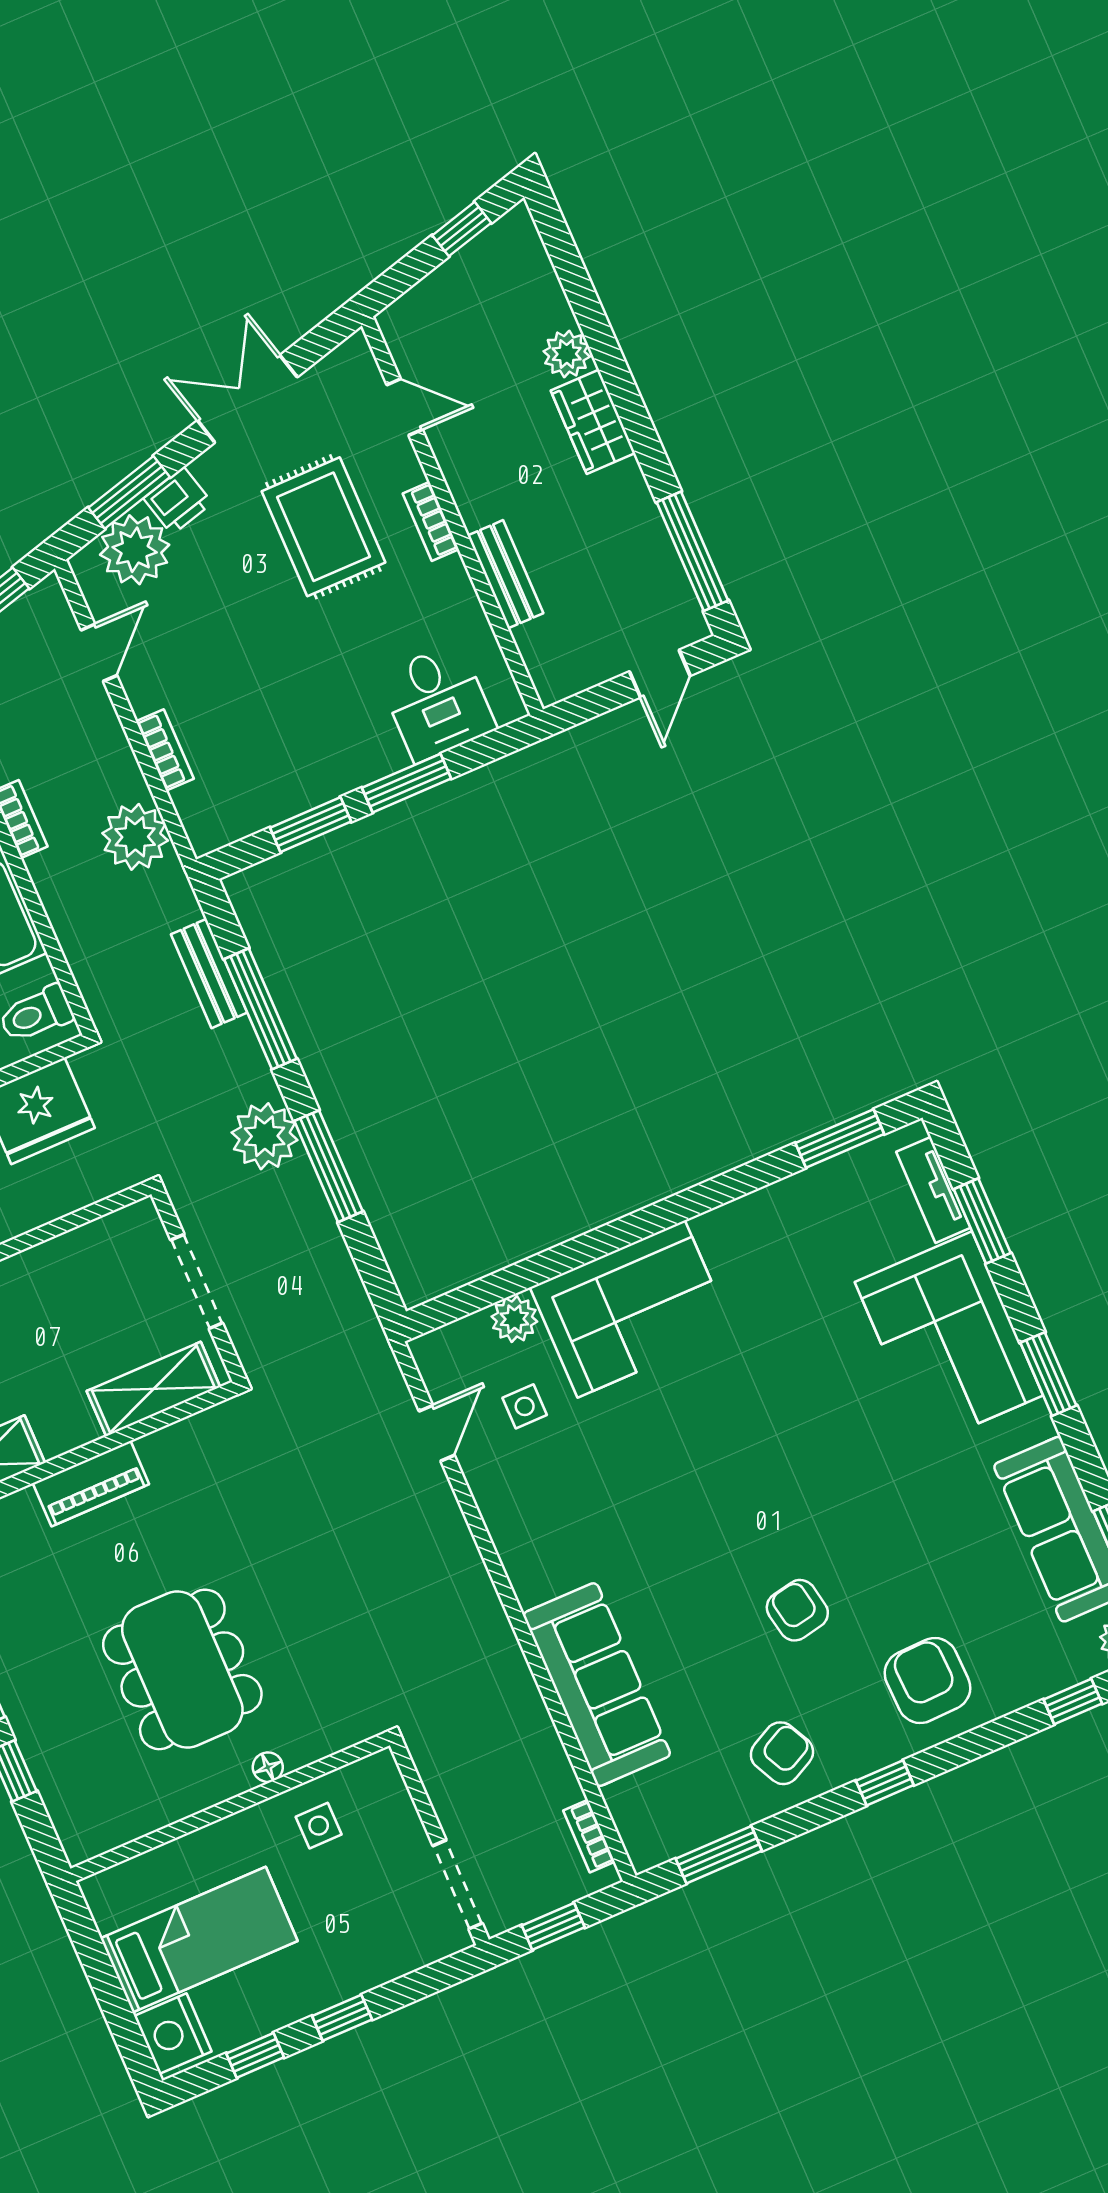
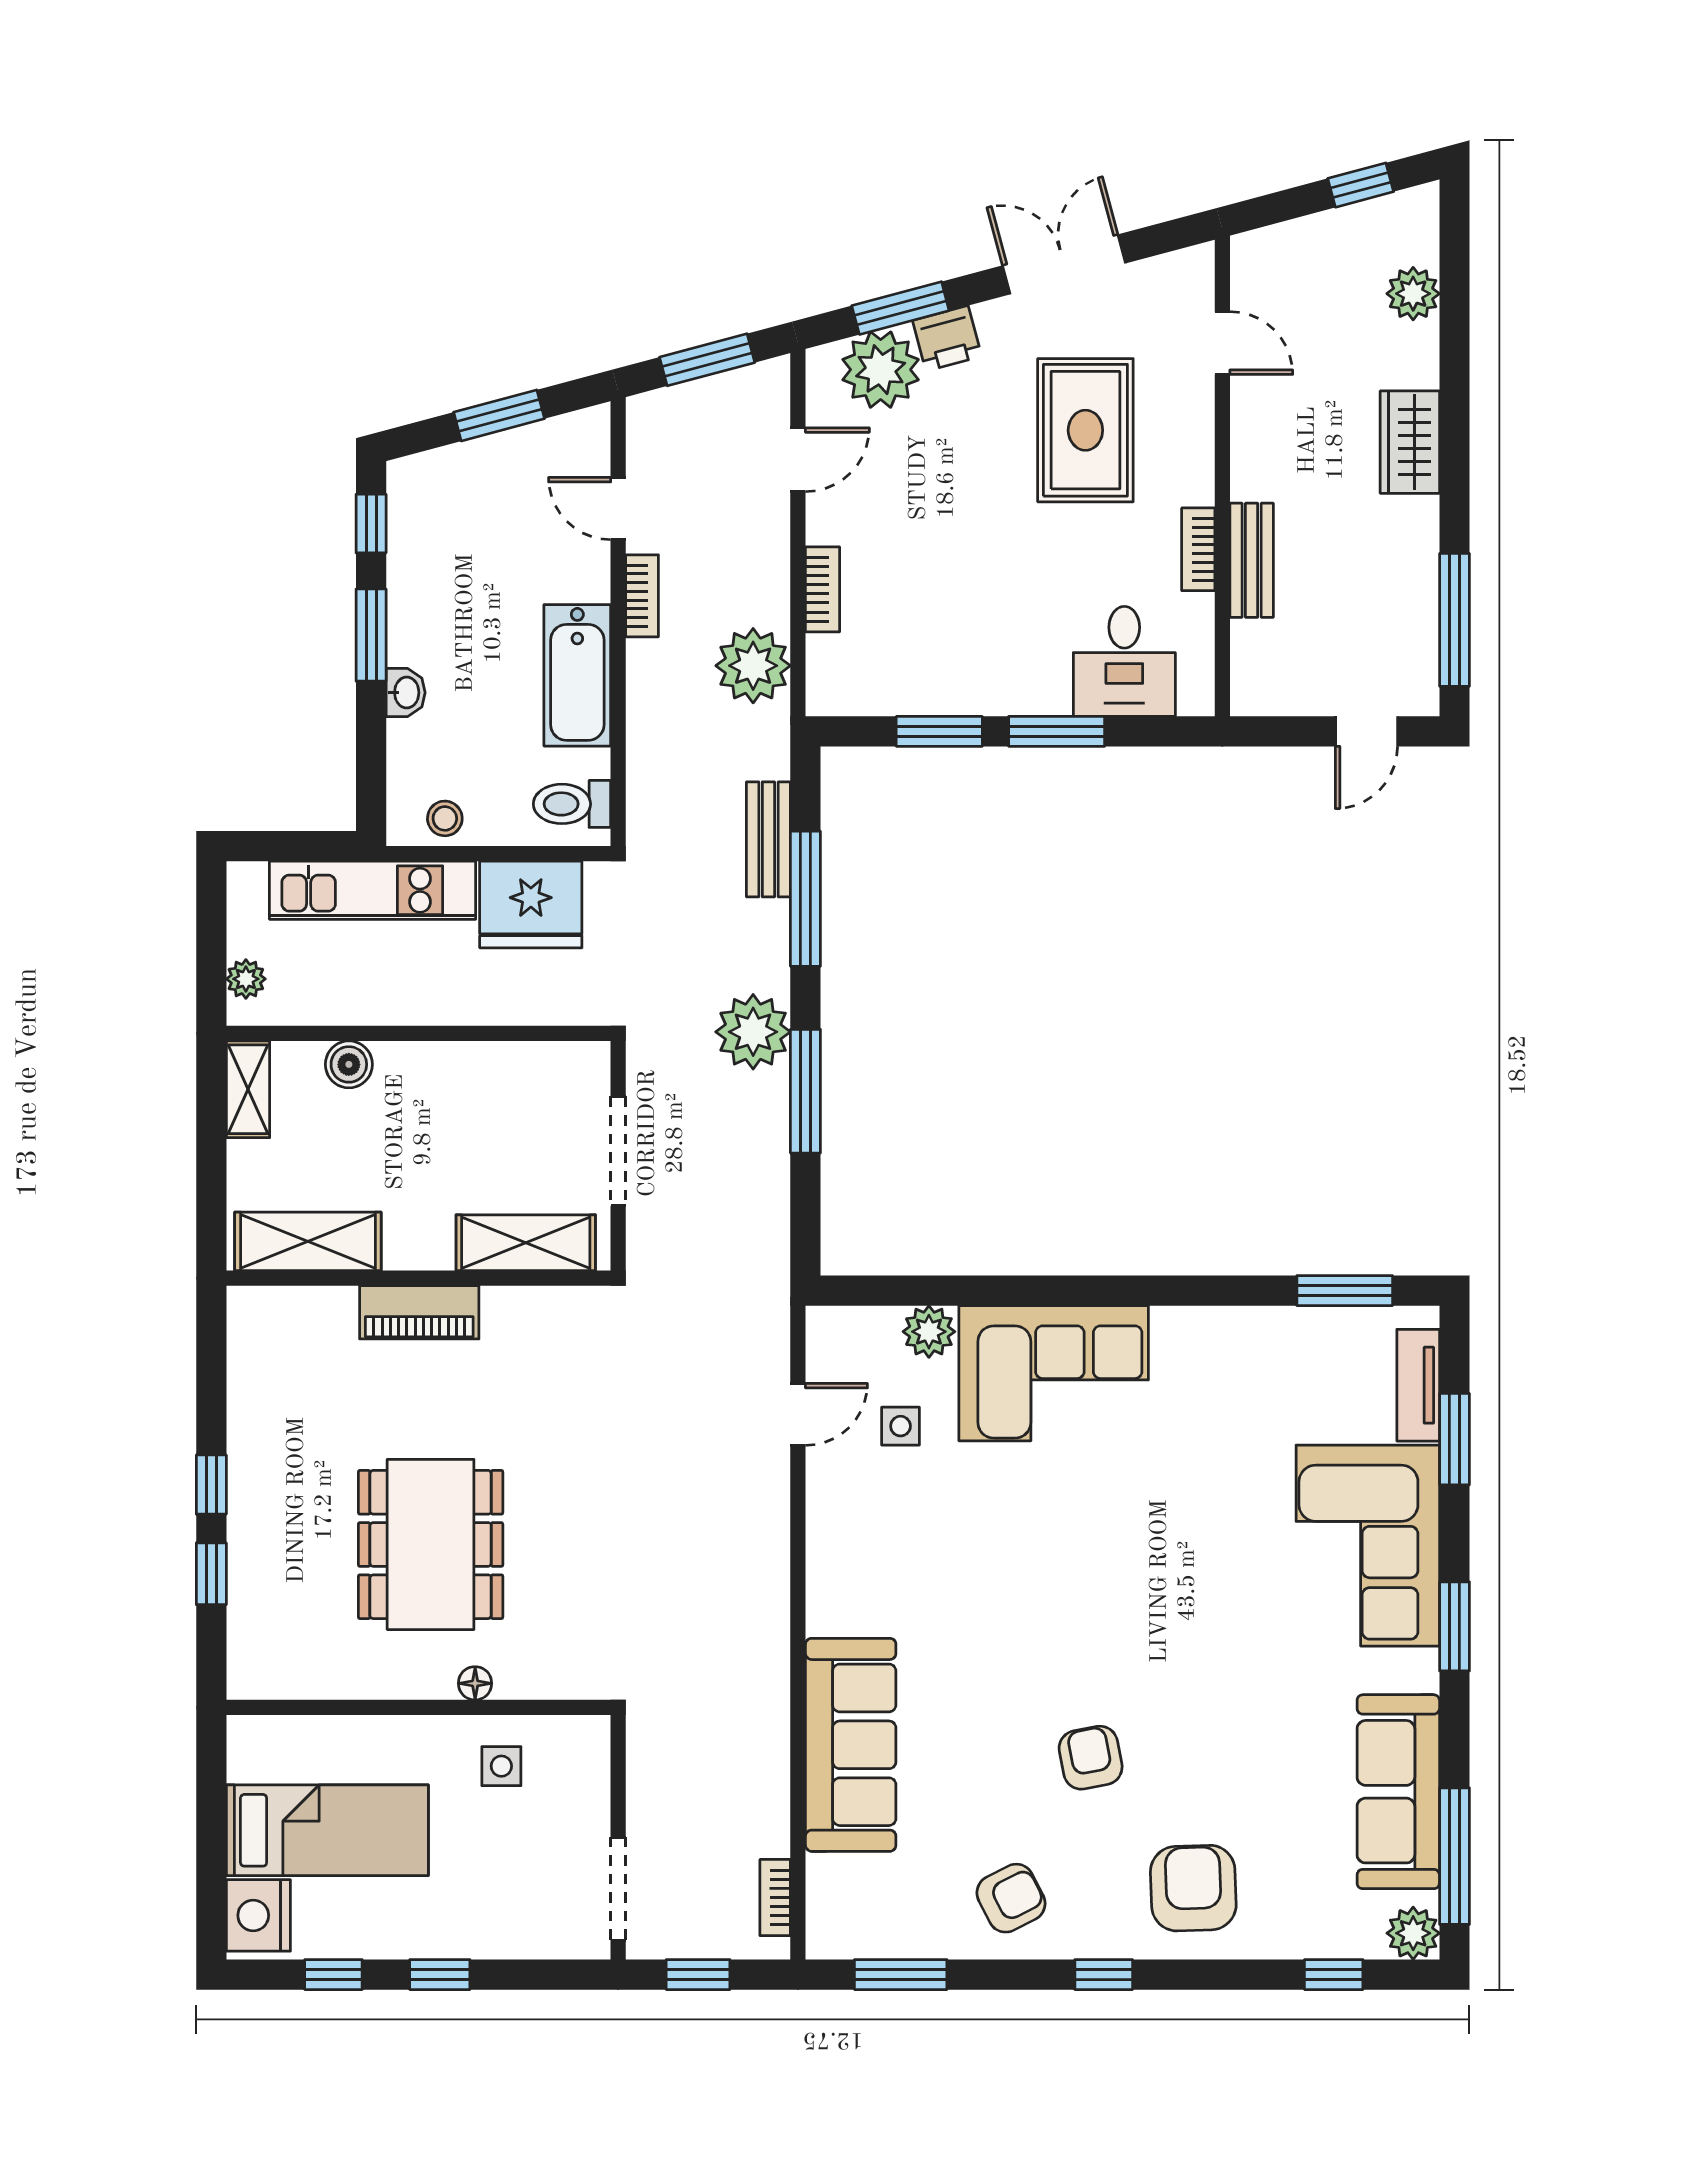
plant: (567, 354) -> (1413, 294), moved
bookcase: (431, 521) -> (1198, 549), moved

